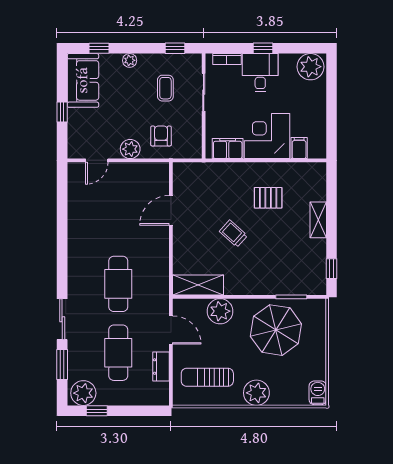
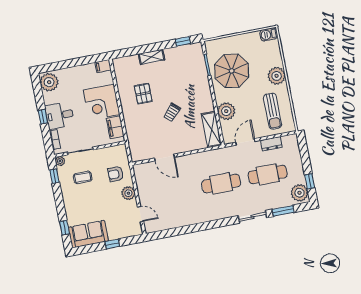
plant: (130, 60) -> (60, 161), moved
filing cabinet: (299, 148) -> (103, 66), moved

